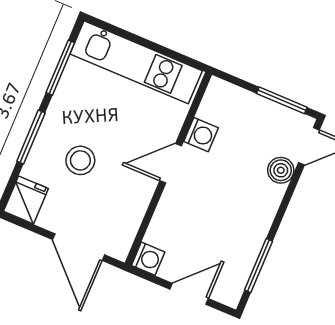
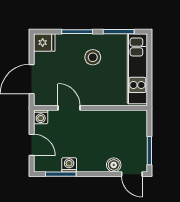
washing machine: (201, 135) -> (69, 165), moved, turned 180
stool: (80, 160) -> (93, 57), moved
door: (171, 163) -> (69, 108), moved

